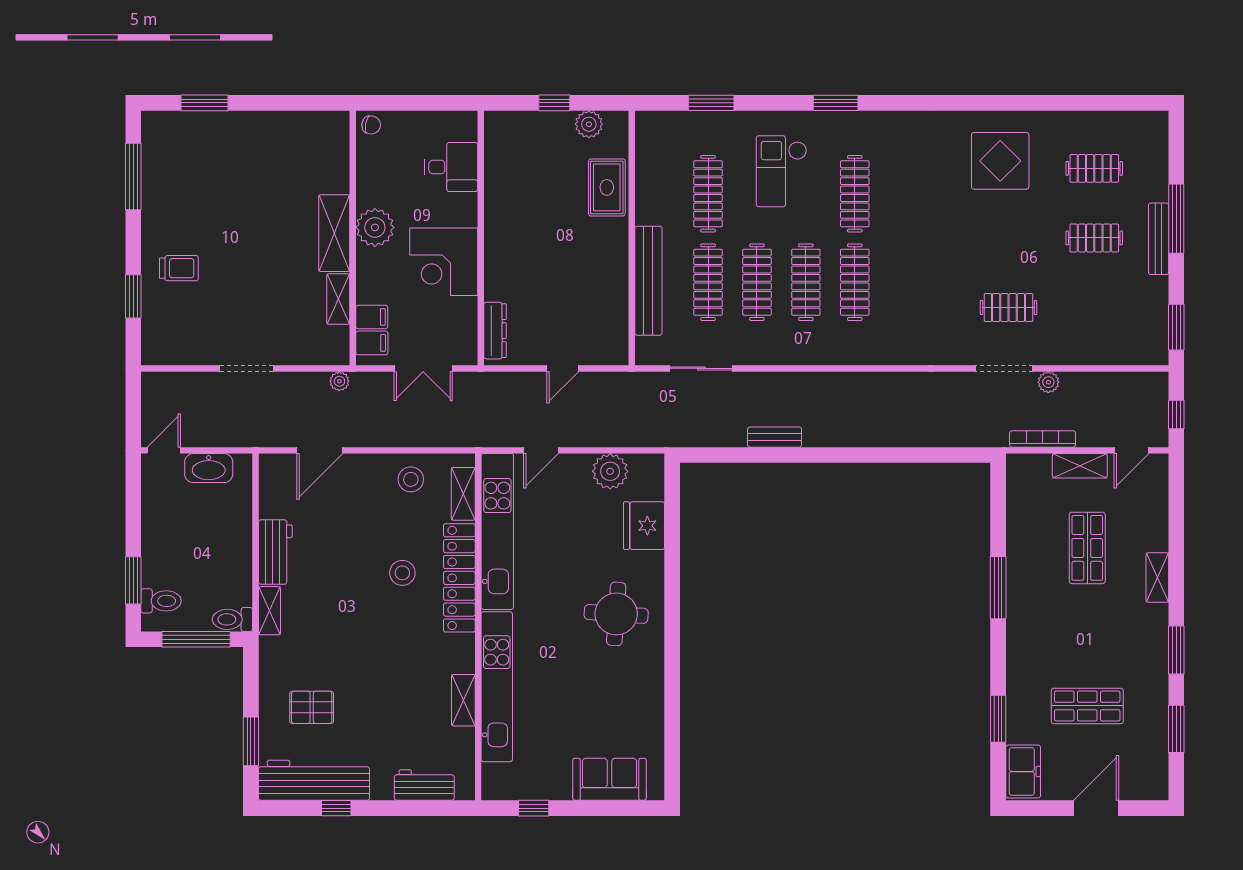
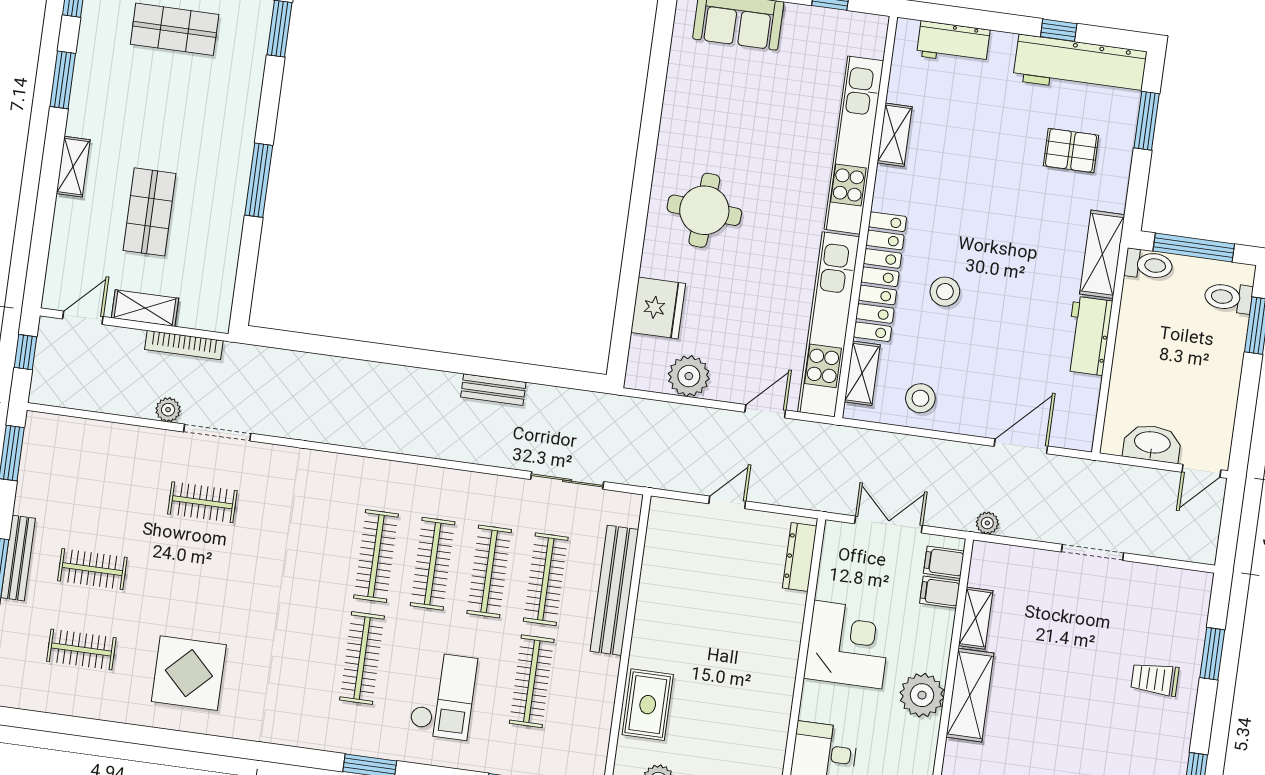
shelving: (269, 611) -> (1102, 254), width x1.50, depth x1.33

